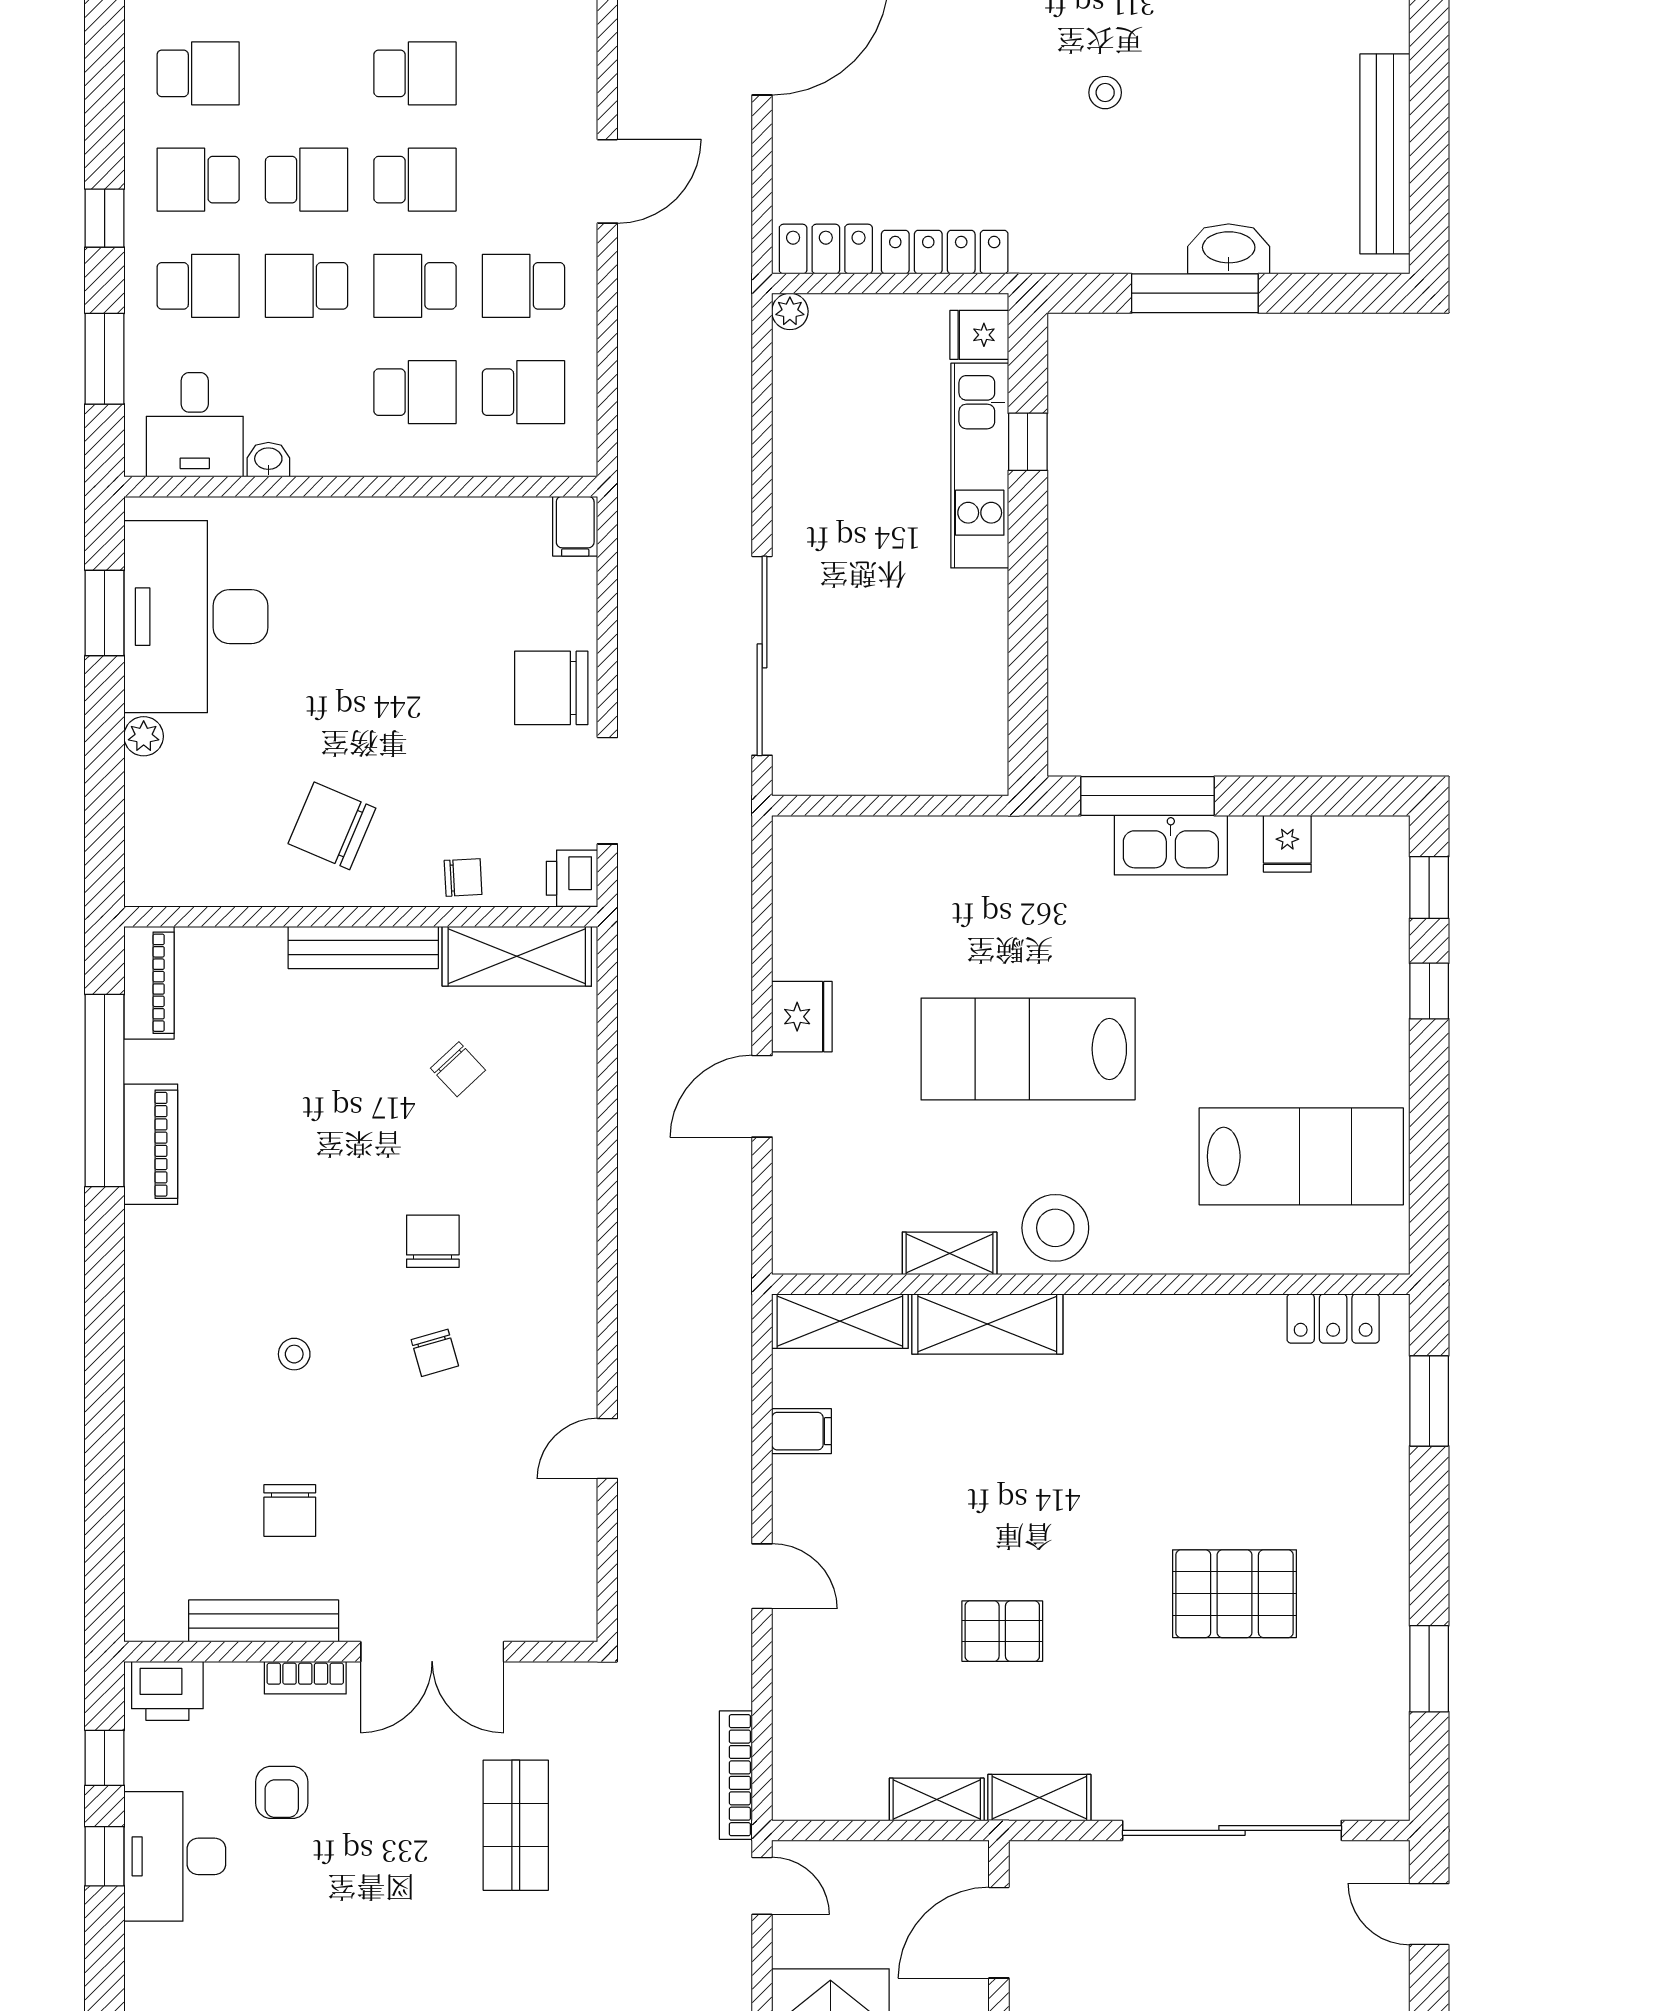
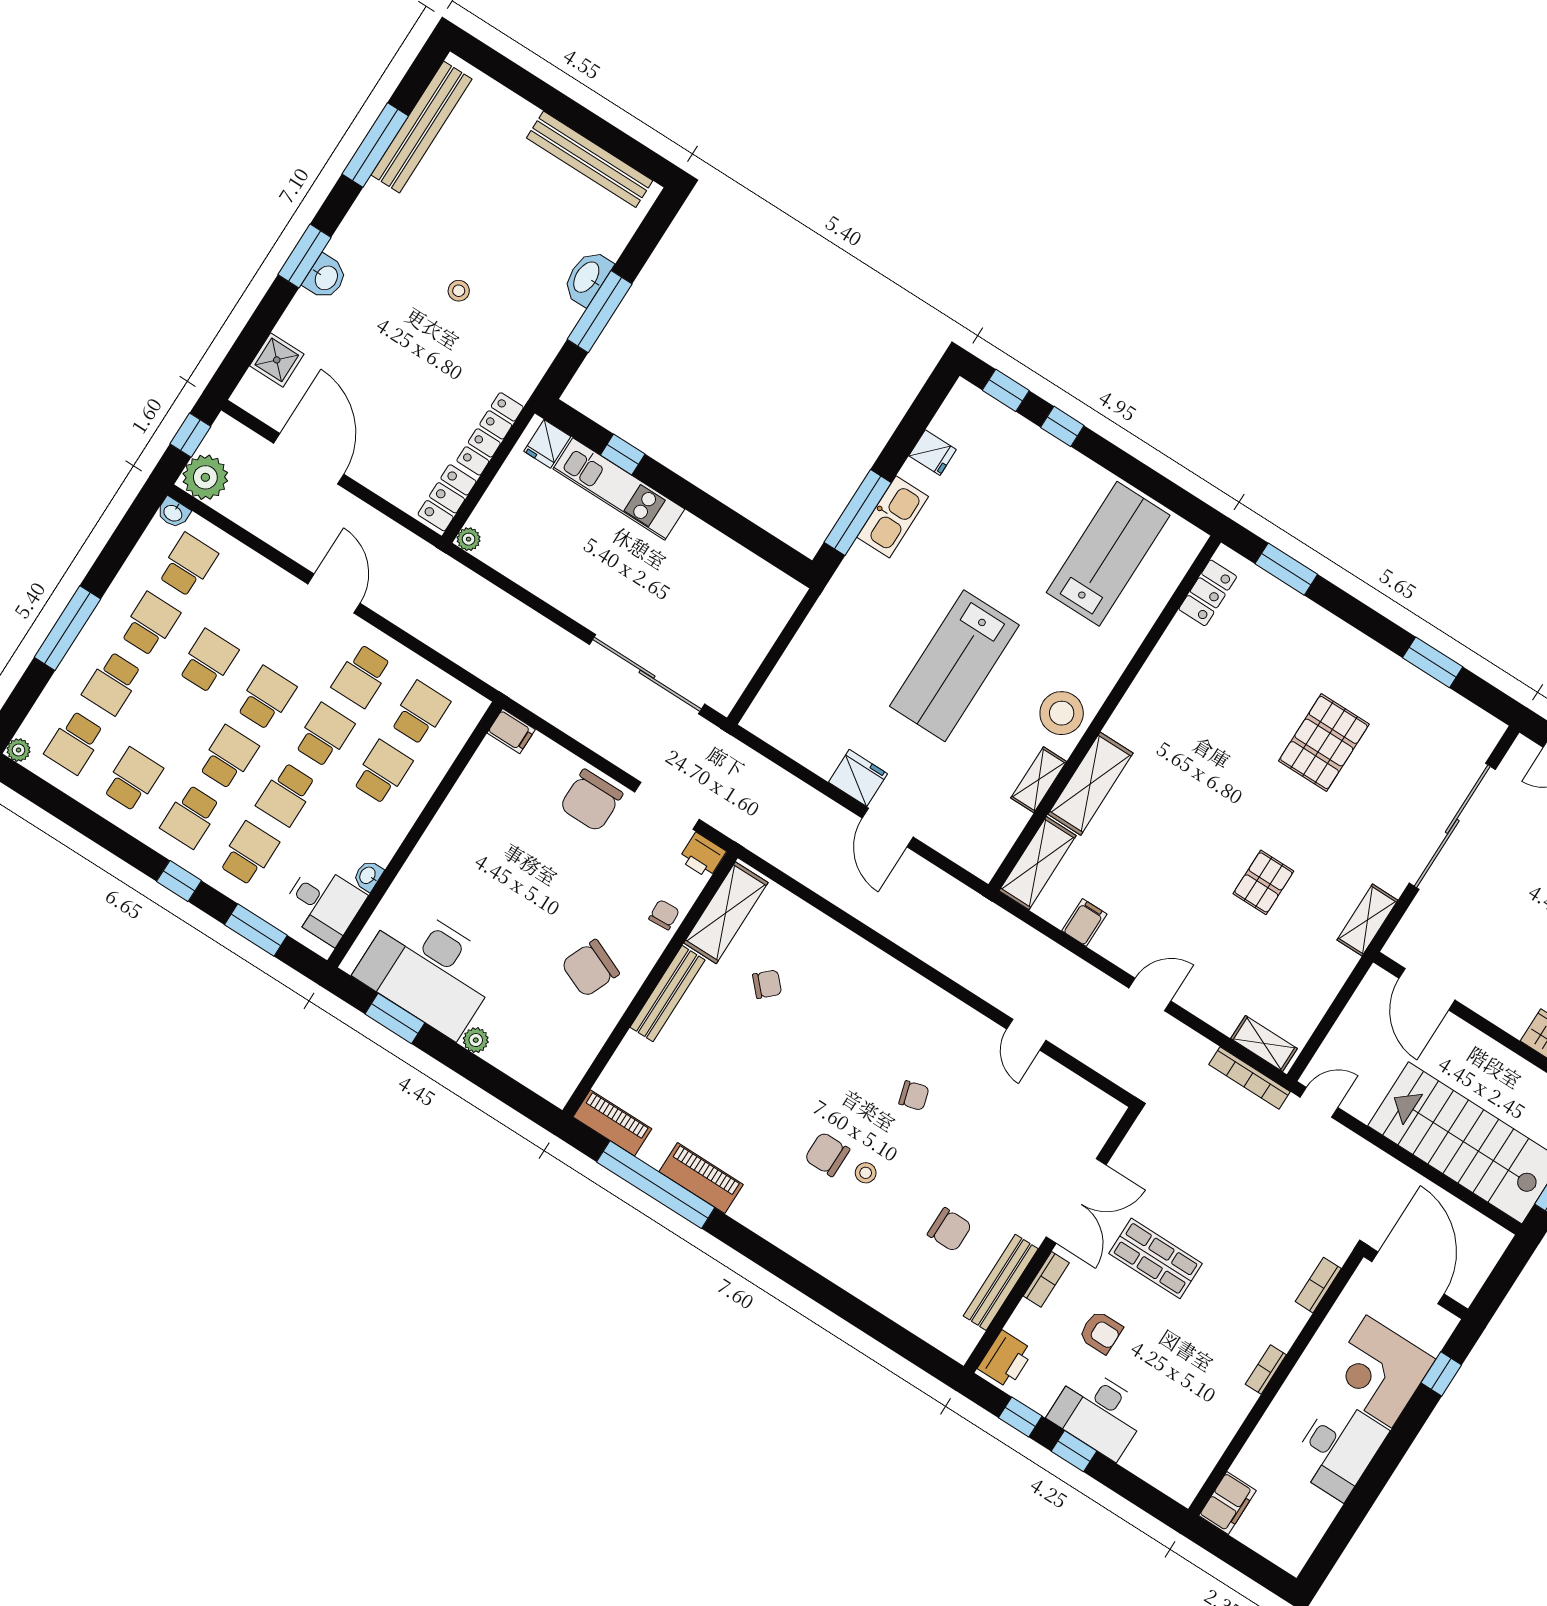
school desk: (415, 286) -> (324, 735), turned 180
chair: (433, 1241) -> (827, 1154), moved
shelving: (937, 1799) -> (1264, 1043), moved, turned 90
shop shelf: (516, 1825) -> (1156, 1258), moved

